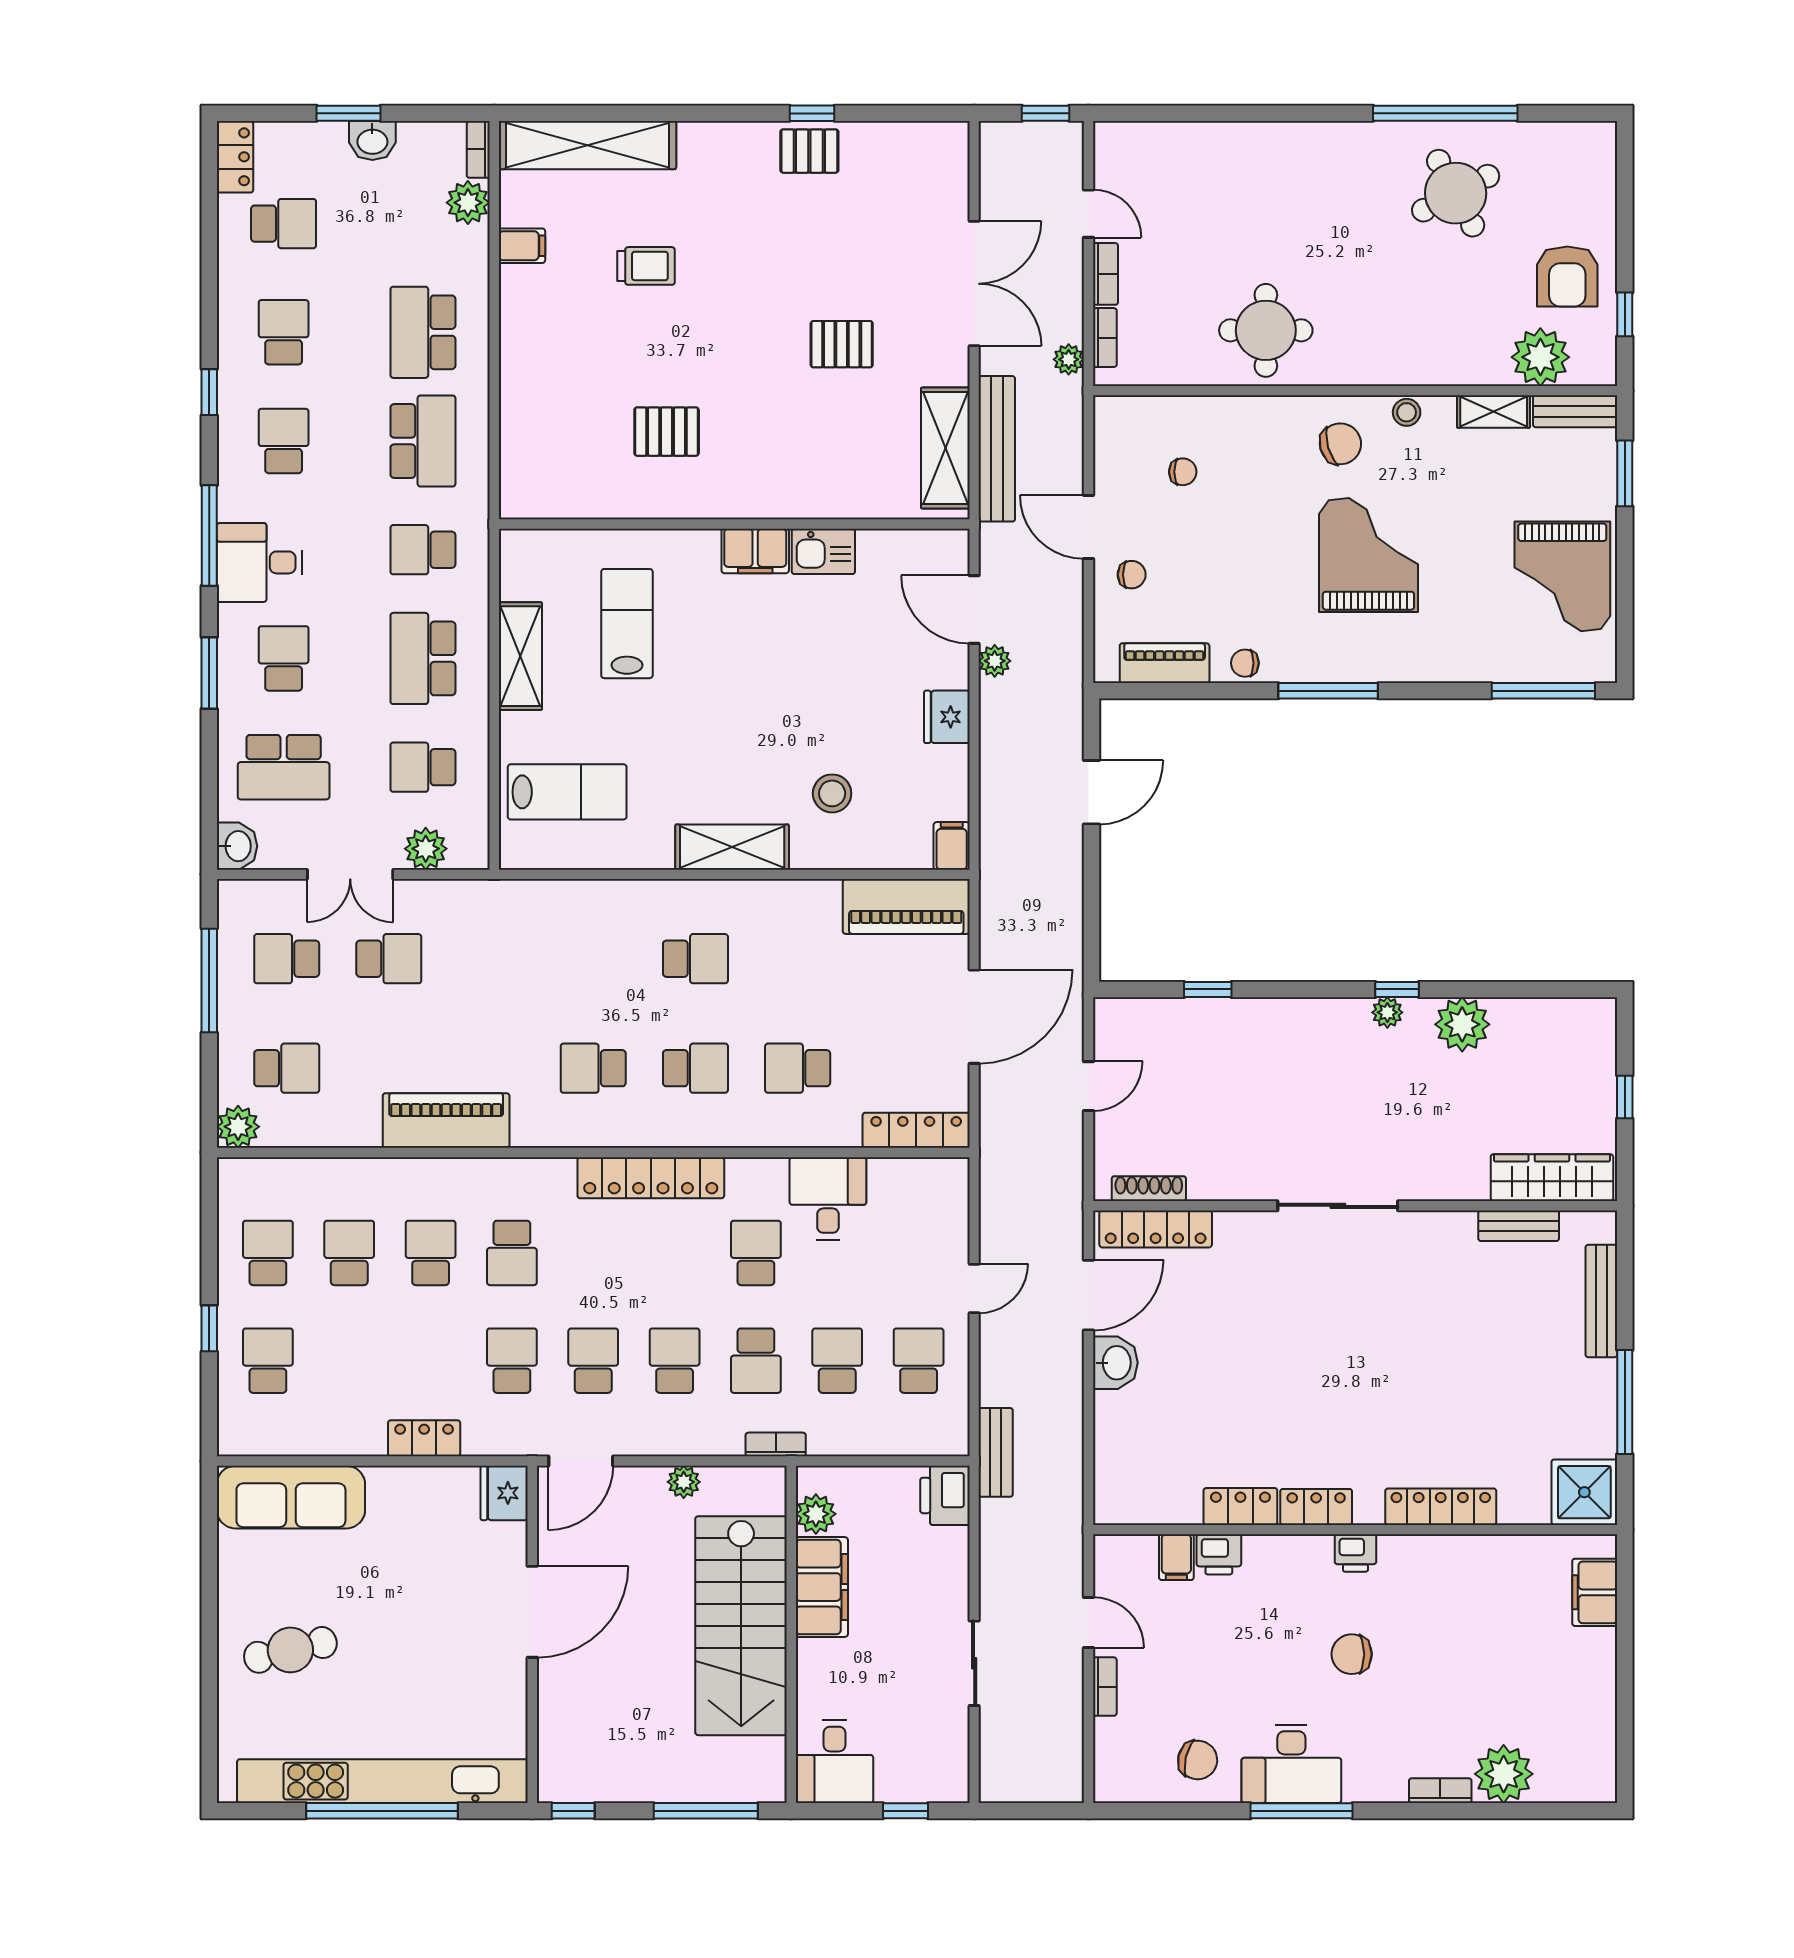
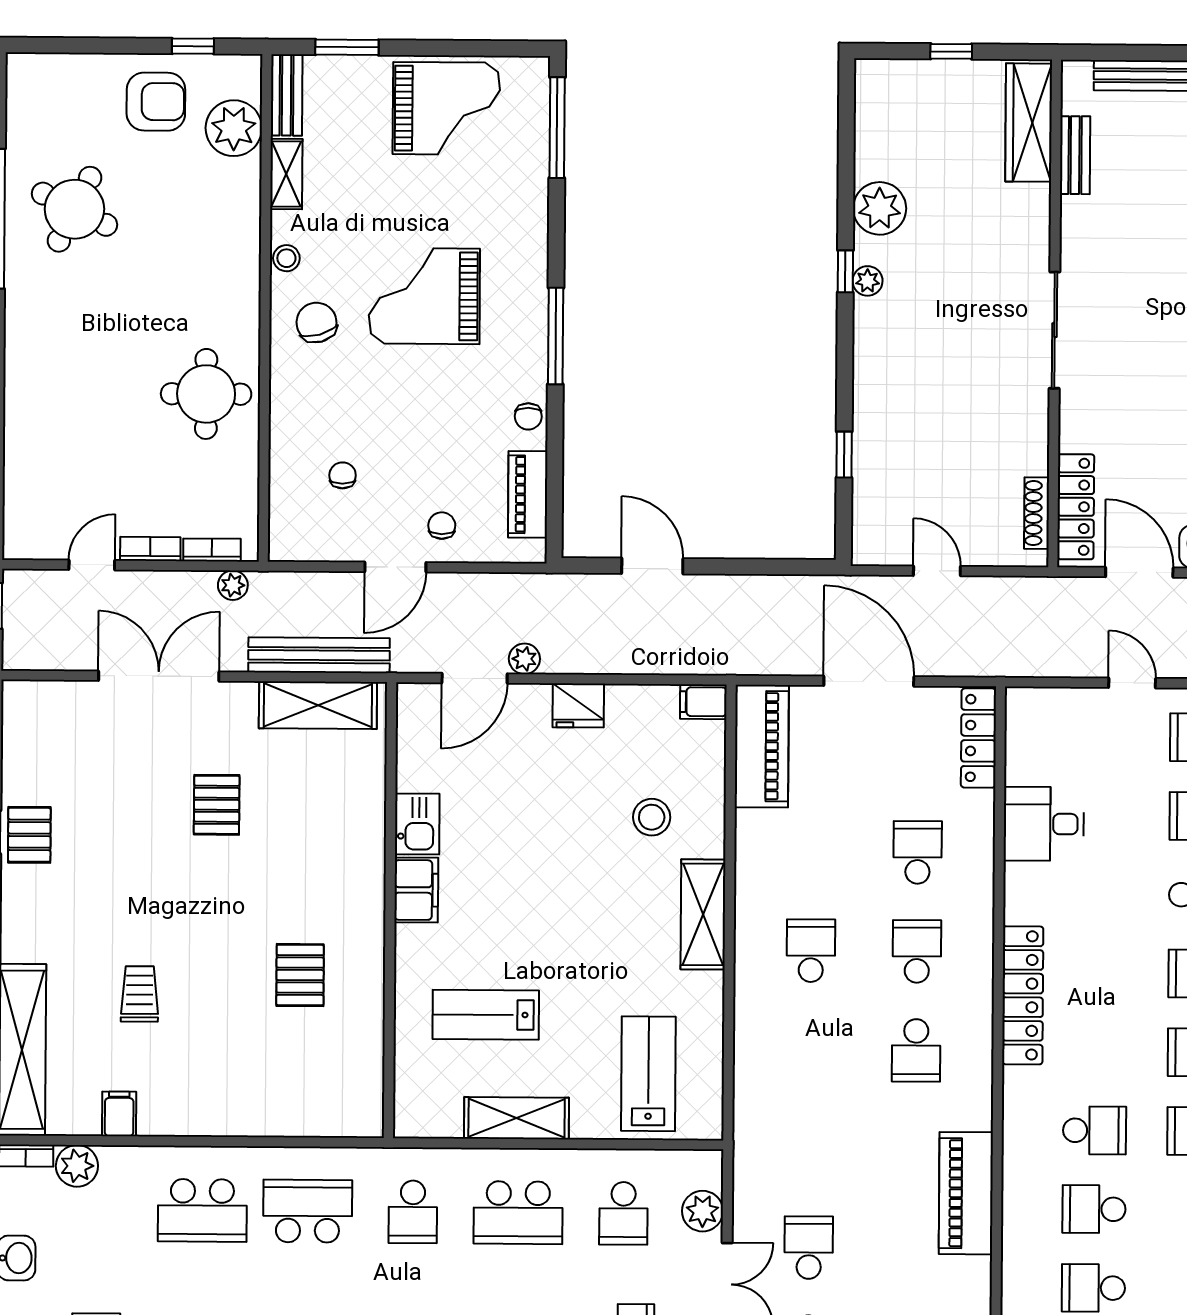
round table: (1456, 193) -> (74, 209), turned -36
school desk: (798, 1068) -> (918, 852), turned 180
school desk: (756, 1253) -> (1096, 894), removed

